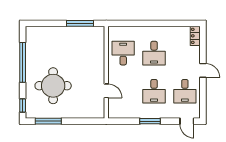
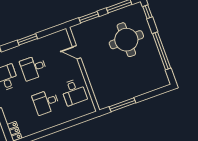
desk: (154, 53) -> (46, 102), turned -90
desk: (154, 91) -> (33, 68), turned -90
window: (82, 121) -> (89, 17), added

